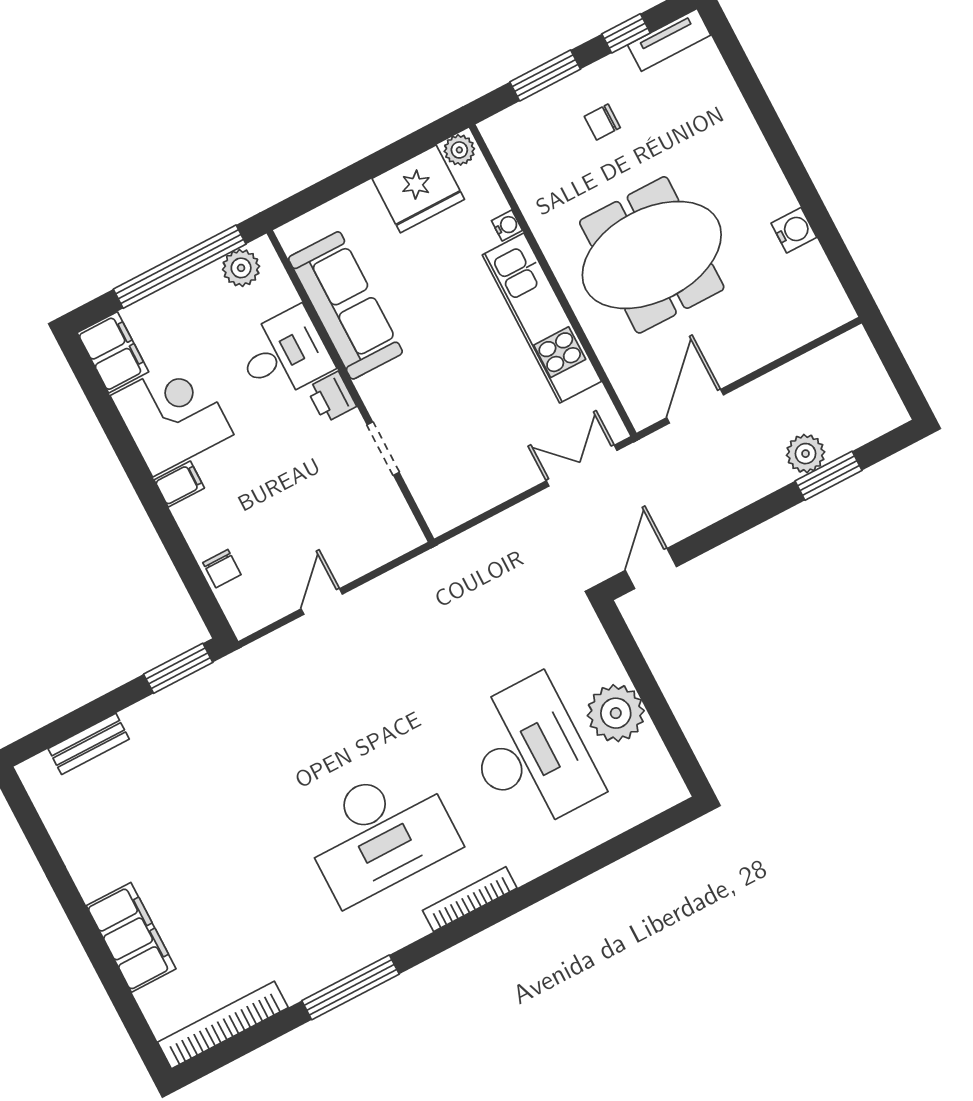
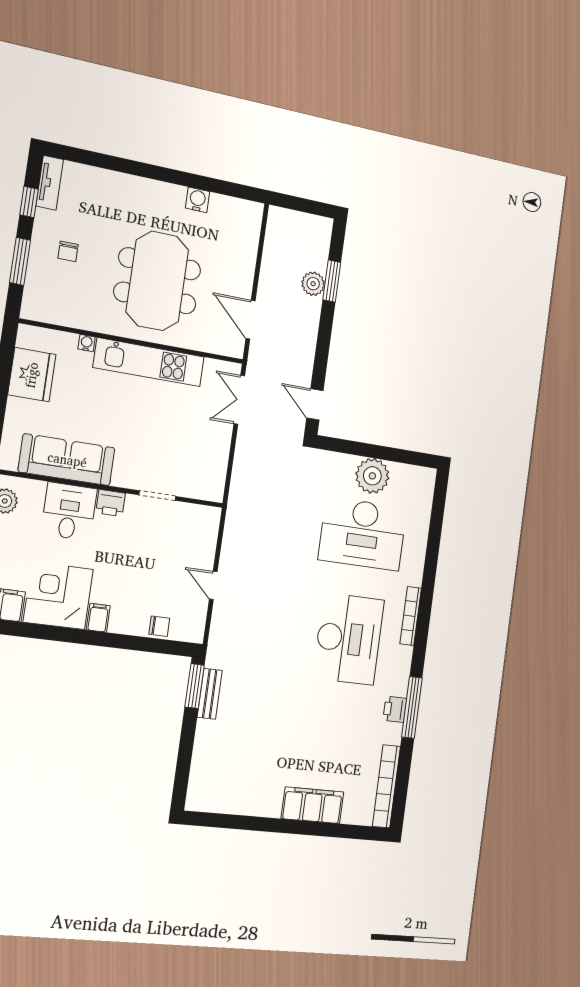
plant: (459, 150) -> (27, 337), removed
bench: (89, 744) -> (210, 694), moved
desk: (530, 754) -> (363, 534), turned 180
printer: (332, 965) -> (395, 709), added

